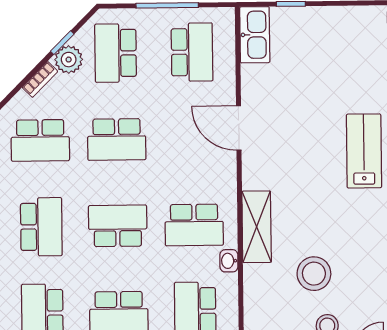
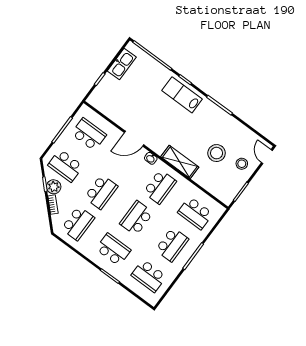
kitchen sink: (255, 35) -> (122, 64), moved, turned 90
washbasin: (229, 261) -> (151, 158), moved

